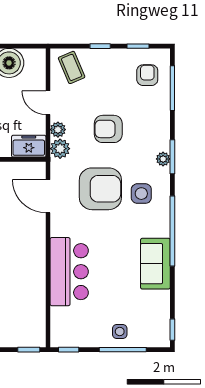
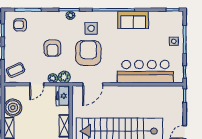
bar counter: (69, 272) -> (145, 72), width x1.36

